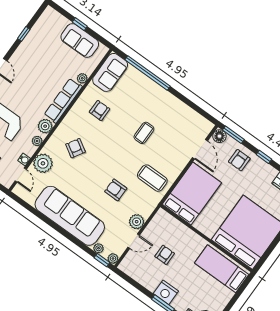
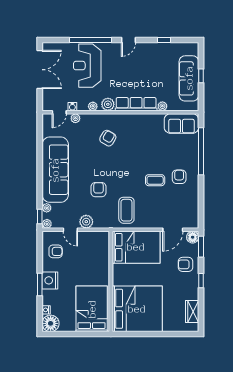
sofa: (80, 40) -> (189, 78), width x1.36
armchair: (100, 111) -> (179, 177), moved, turned -90
plant: (43, 163) -> (75, 118), width x0.53, depth x0.53
armchair: (165, 255) -> (56, 251), moved
bed: (222, 269) -> (92, 309), width x1.50

